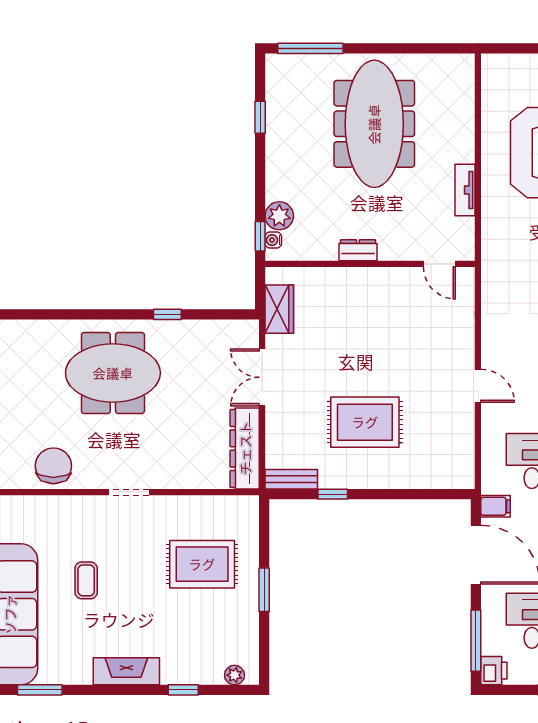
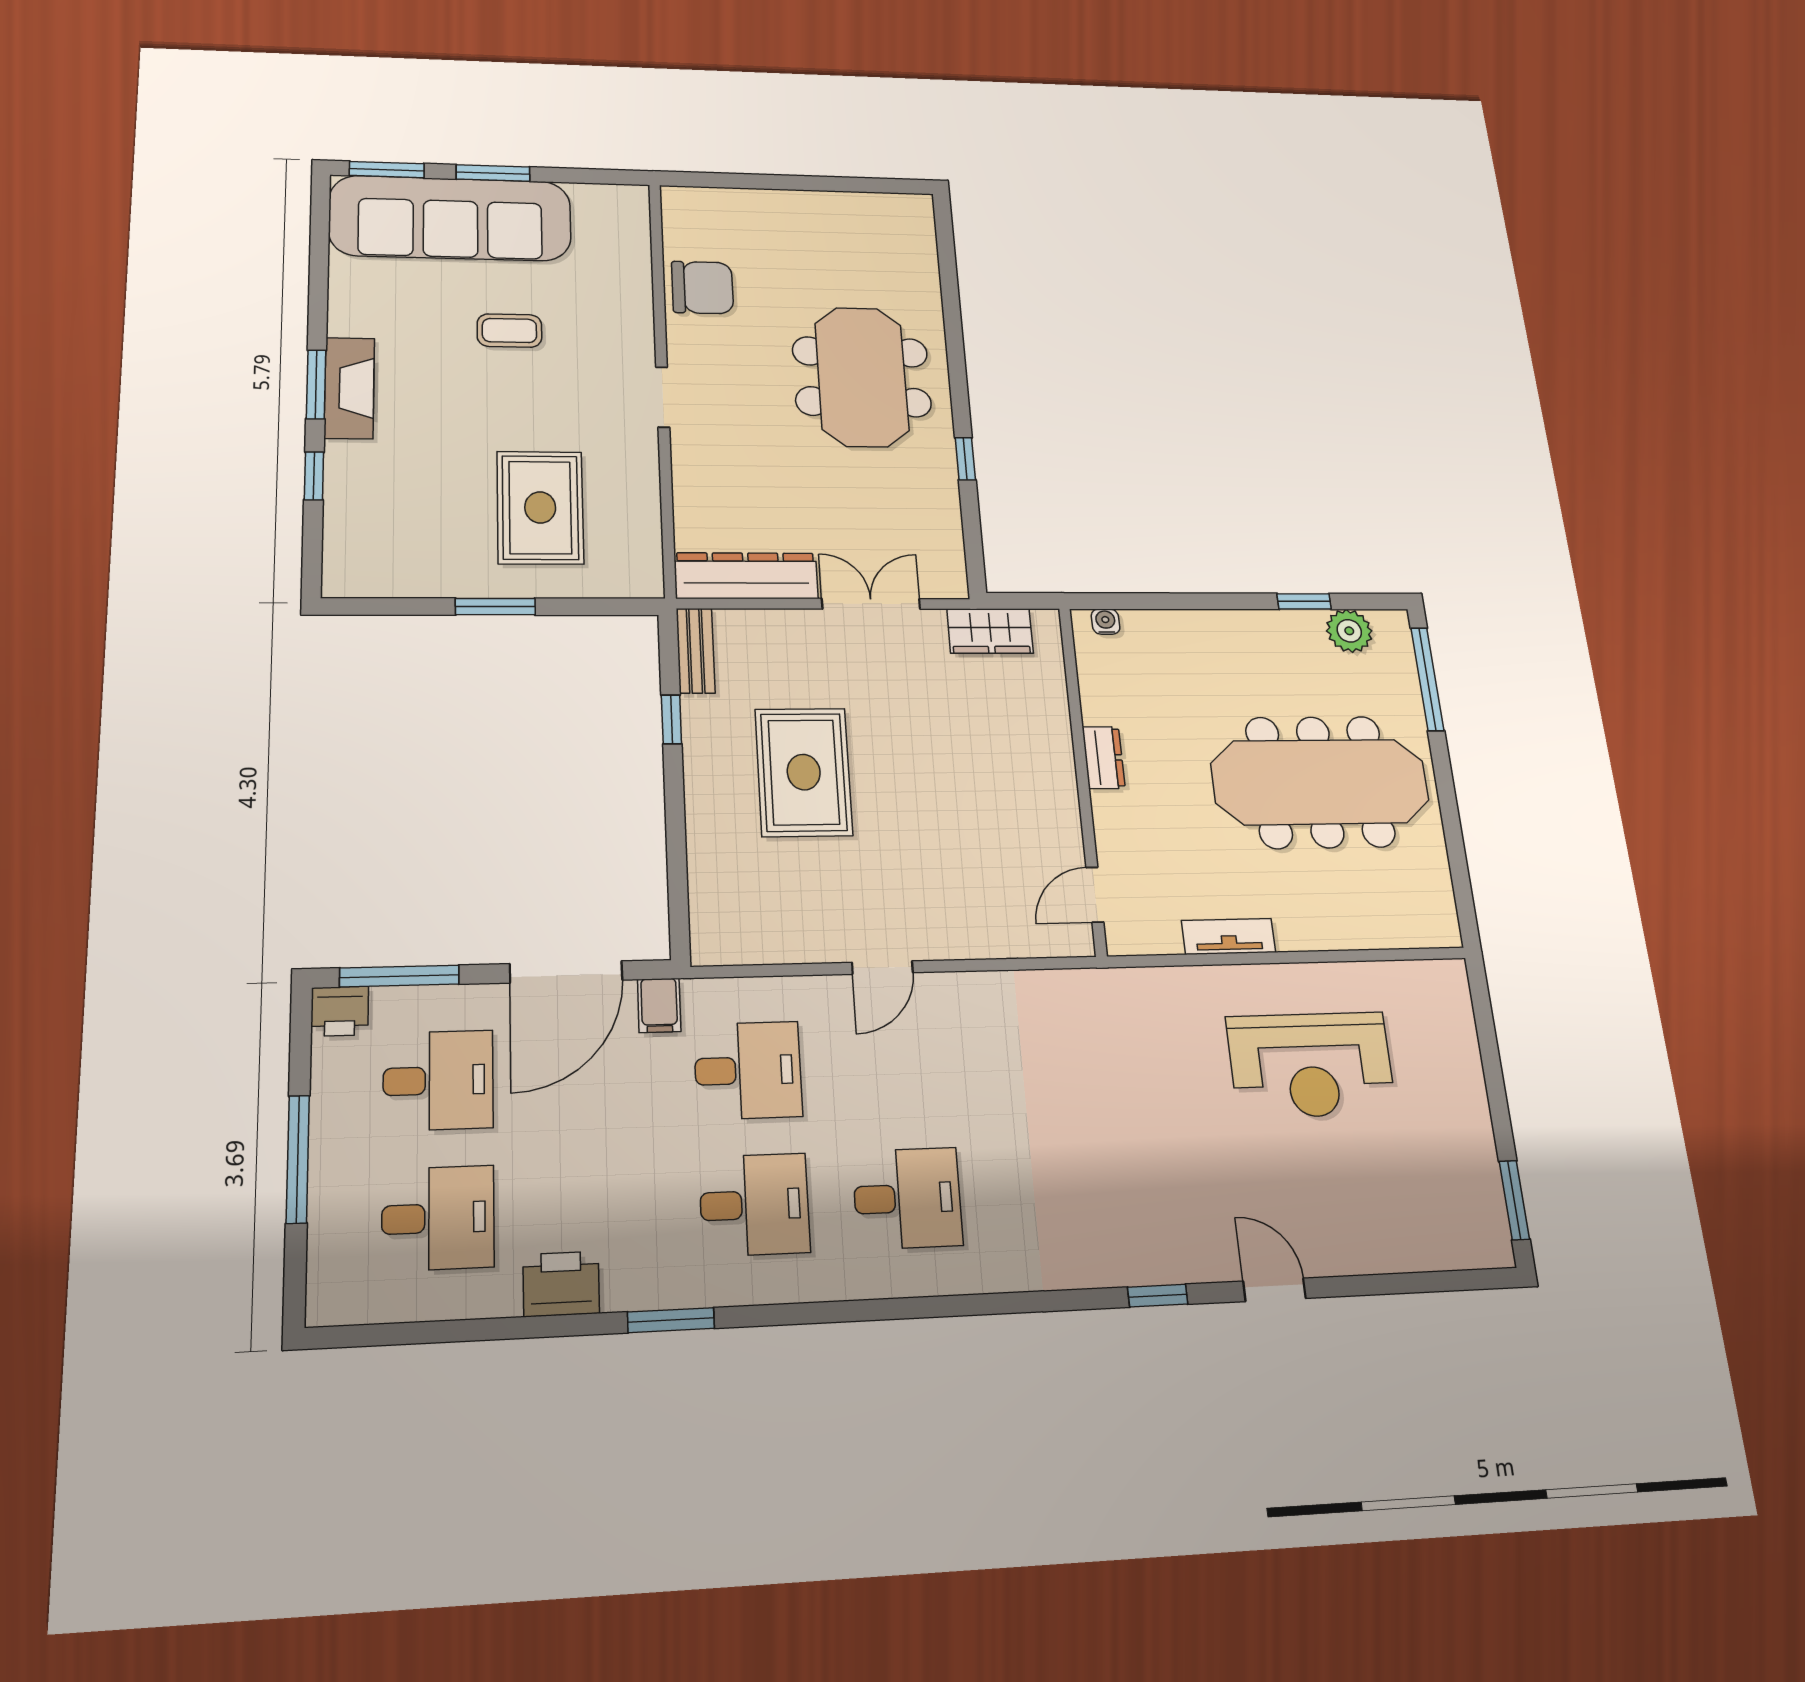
plant: (279, 216) -> (1349, 631), moved
window: (260, 236) -> (1109, 601), removed
plant: (234, 675) -> (339, 558), removed
window: (40, 690) -> (316, 384), moved

